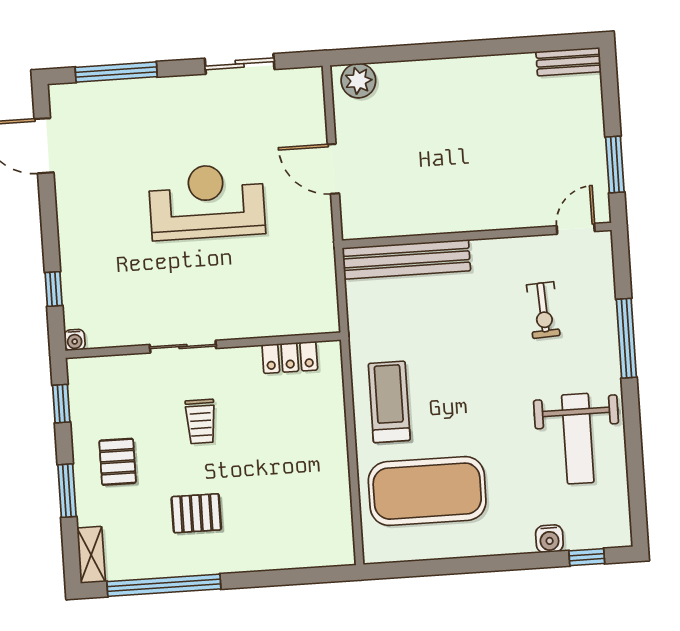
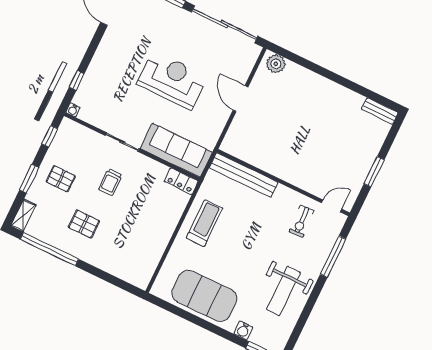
sliding door: (240, 64) -> (224, 24), width x1.86
door: (576, 229) -> (332, 206), moved
wall: (477, 235) -> (283, 183), moved
bench: (406, 259) -> (244, 175), moved
sofa: (277, 310) -> (176, 150), added
locker: (290, 357) -> (181, 181), moved
pallet: (118, 462) -> (61, 179), turned 90
exercise mat: (427, 491) -> (204, 296), moved

